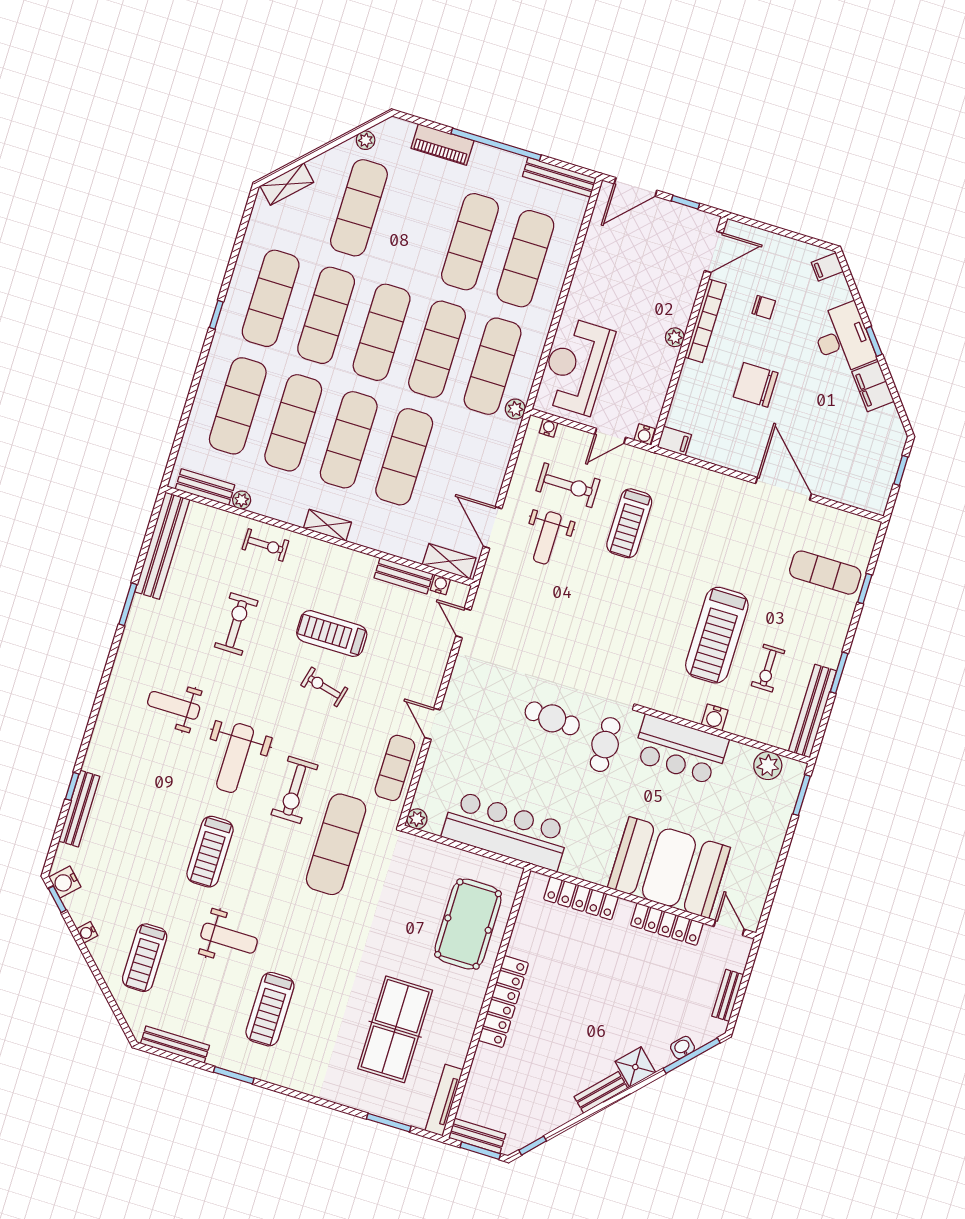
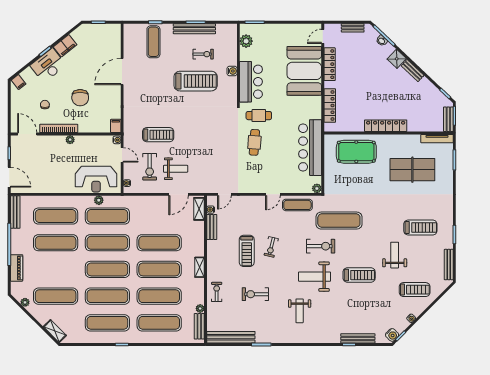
plant: (515, 409) -> (99, 200), moved
exercise bike: (568, 485) -> (150, 167), turned 180
bench: (813, 711) -> (194, 29), moved
weight bench: (235, 758) -> (315, 277), turned 180

